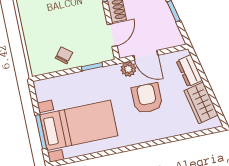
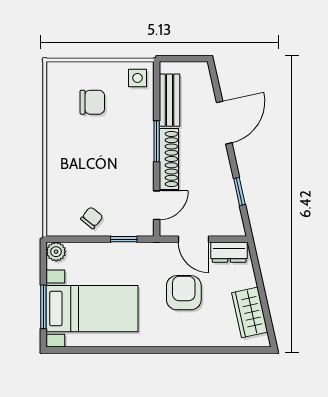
plant: (128, 69) -> (56, 252), moved
dresser: (189, 71) -> (229, 252), moved, turned -77

